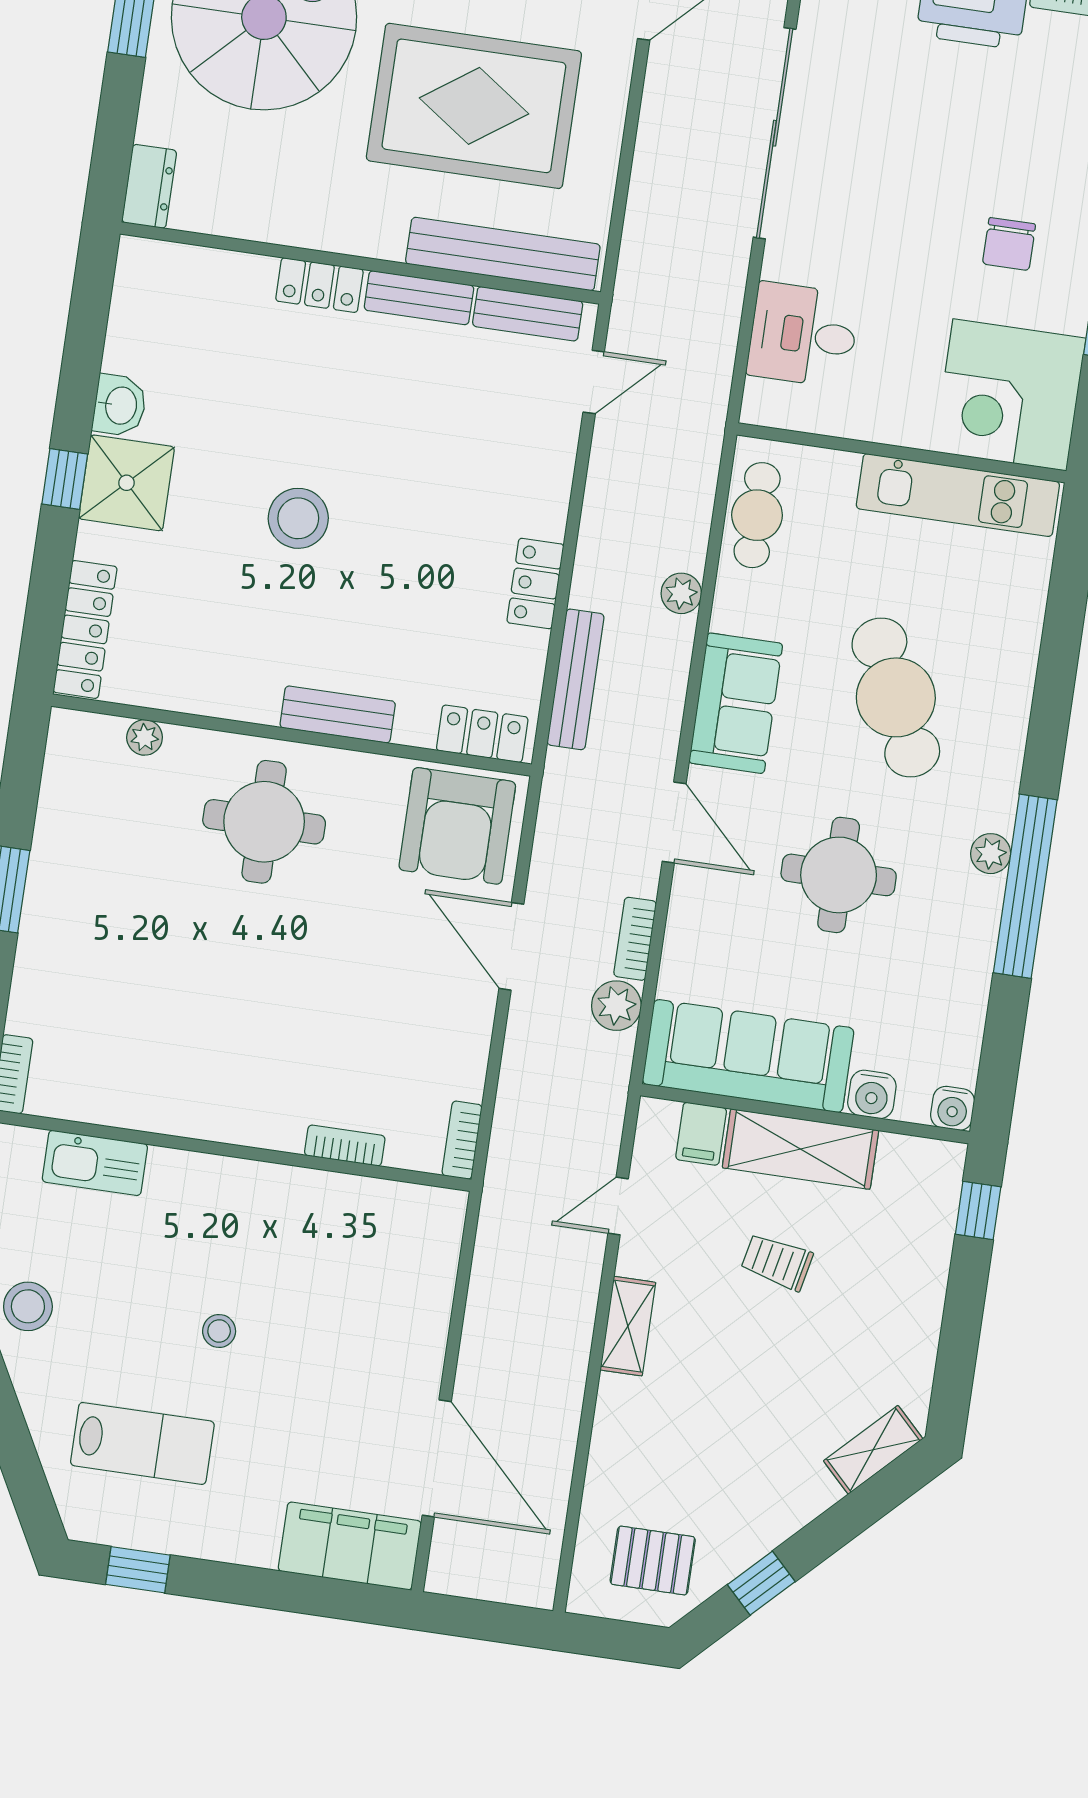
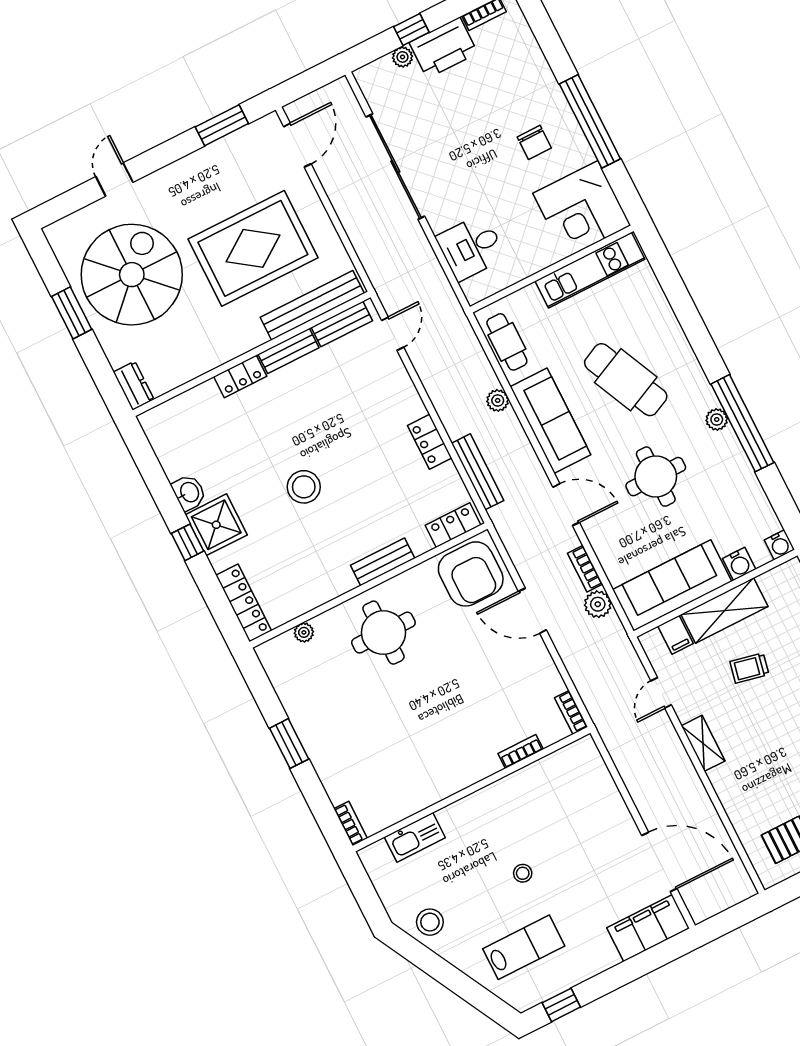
sofa: (736, 703) -> (550, 421), width x1.36

